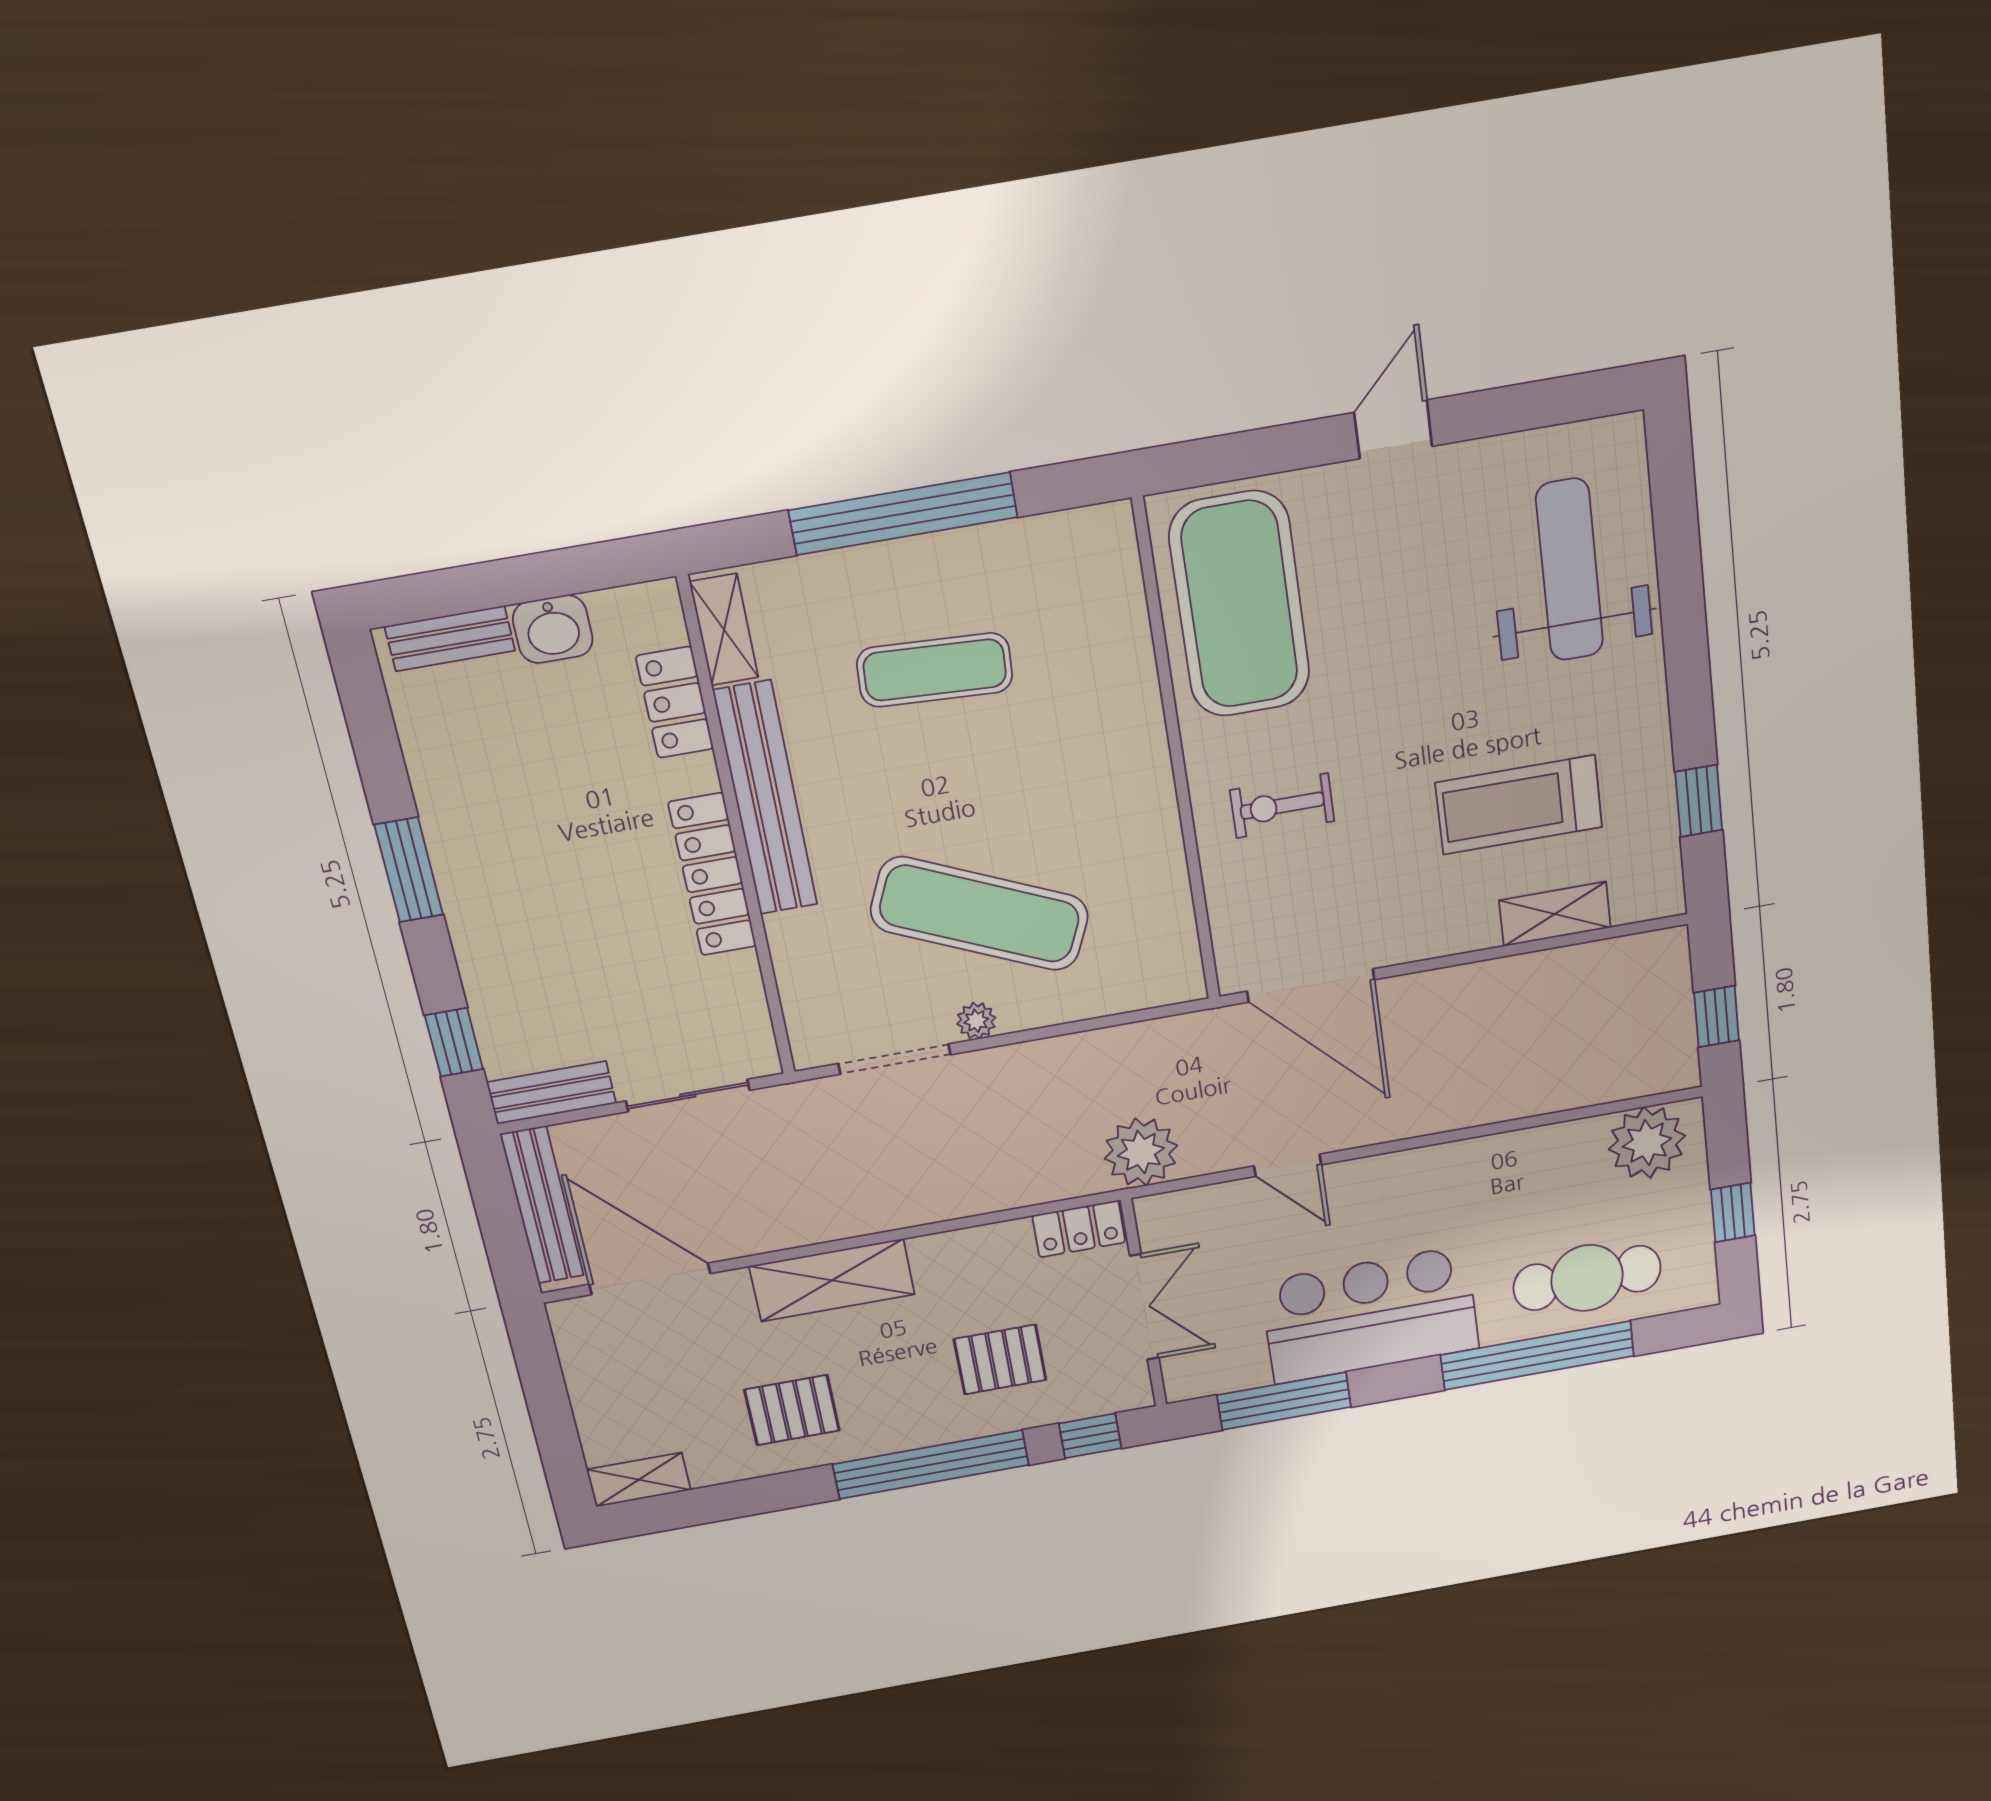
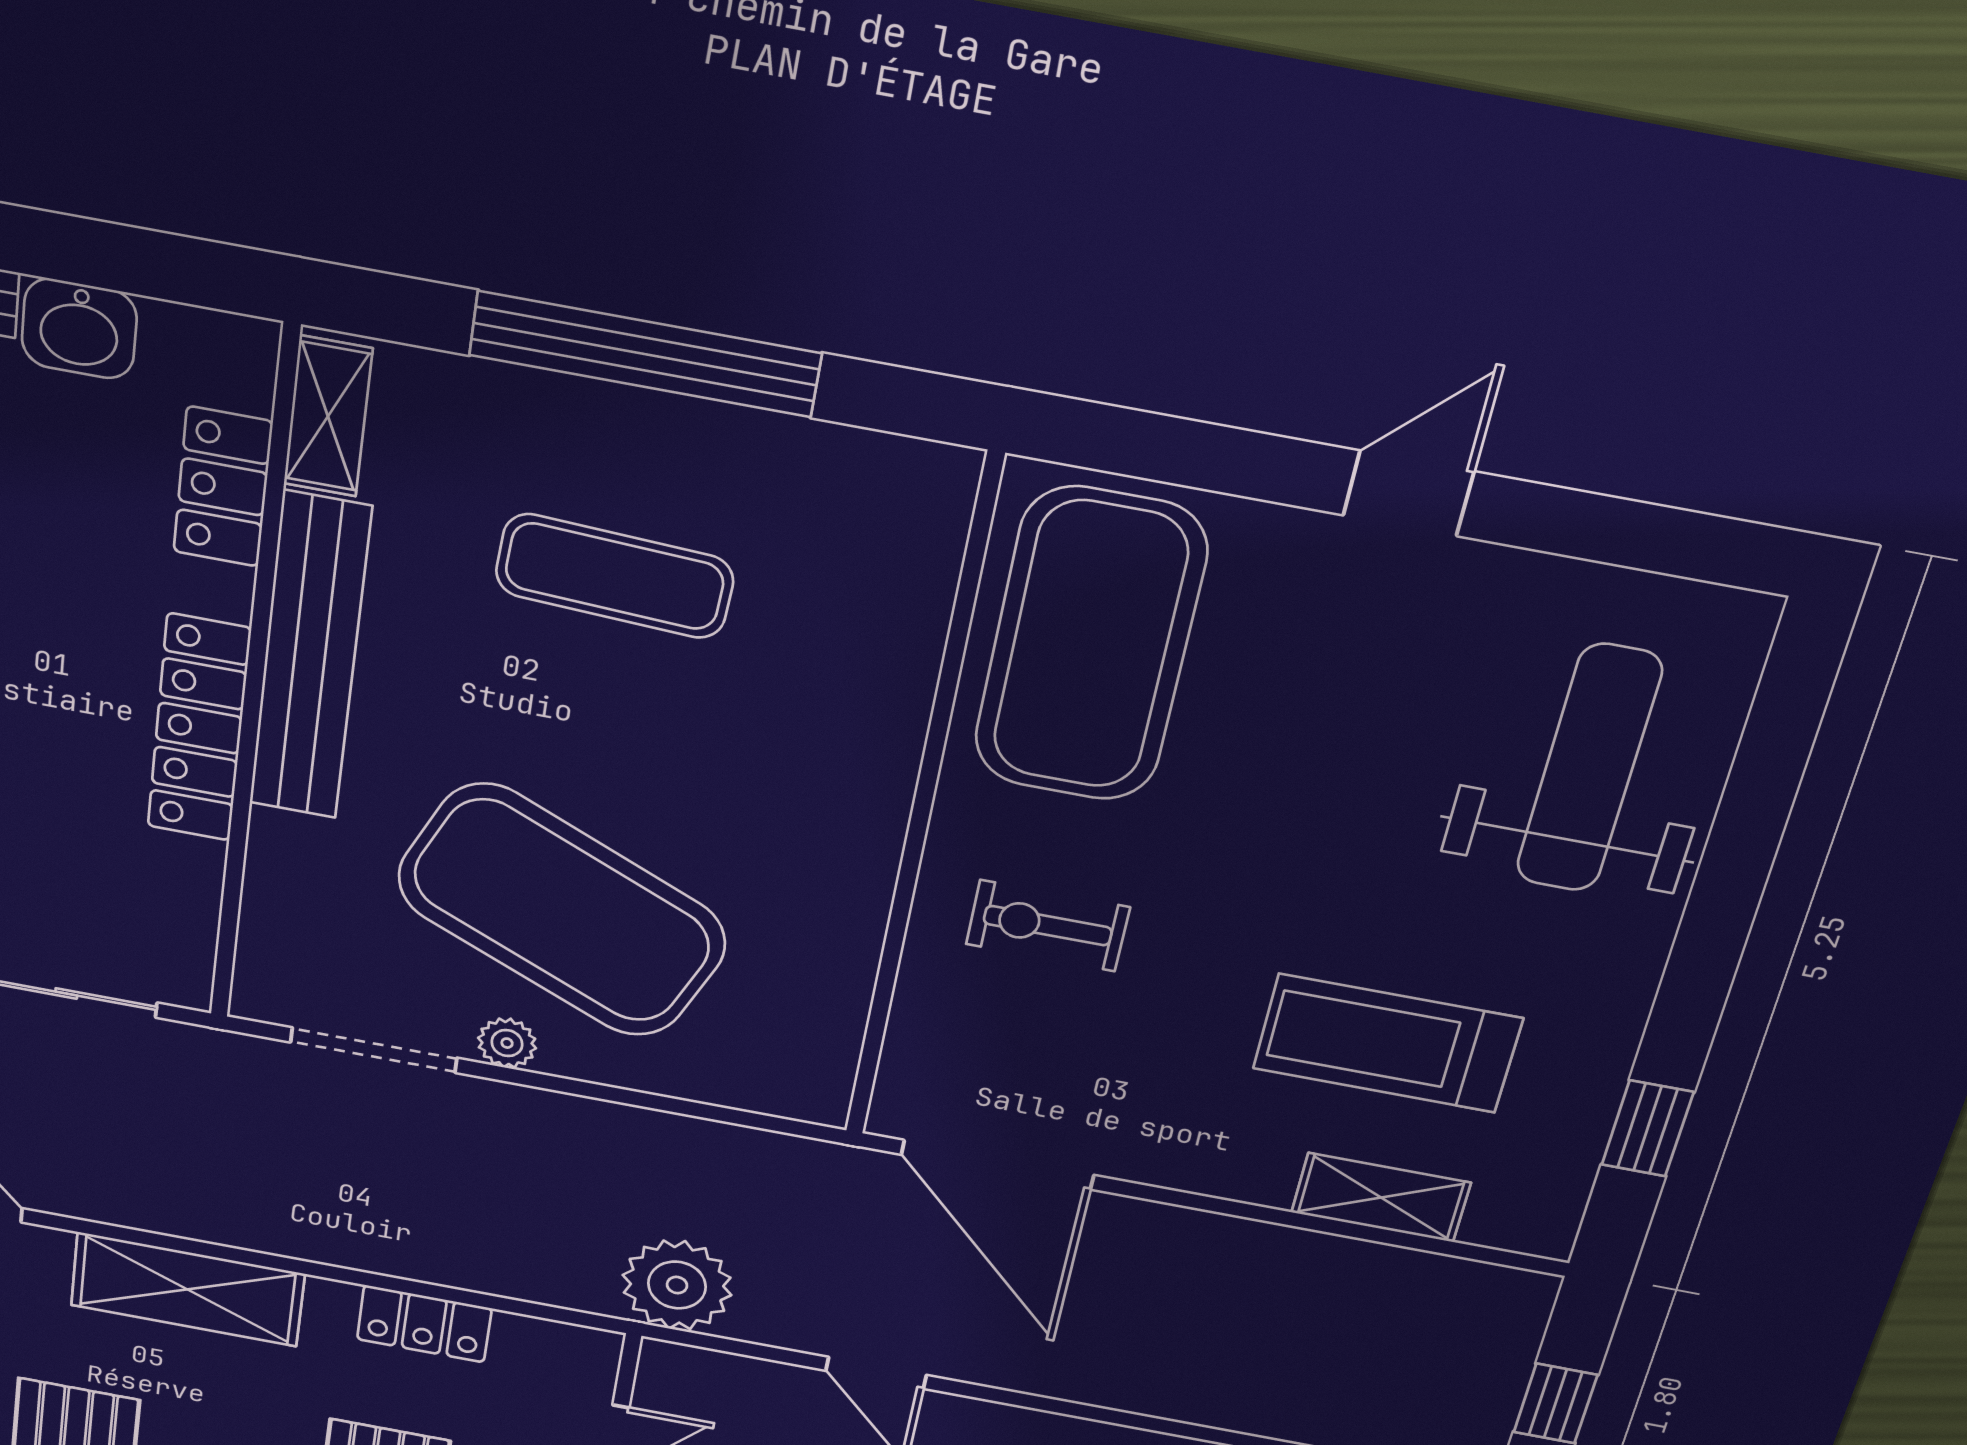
exercise mat: (980, 914) -> (562, 911), width x1.47
locker: (1079, 1229) -> (424, 1324), moved

